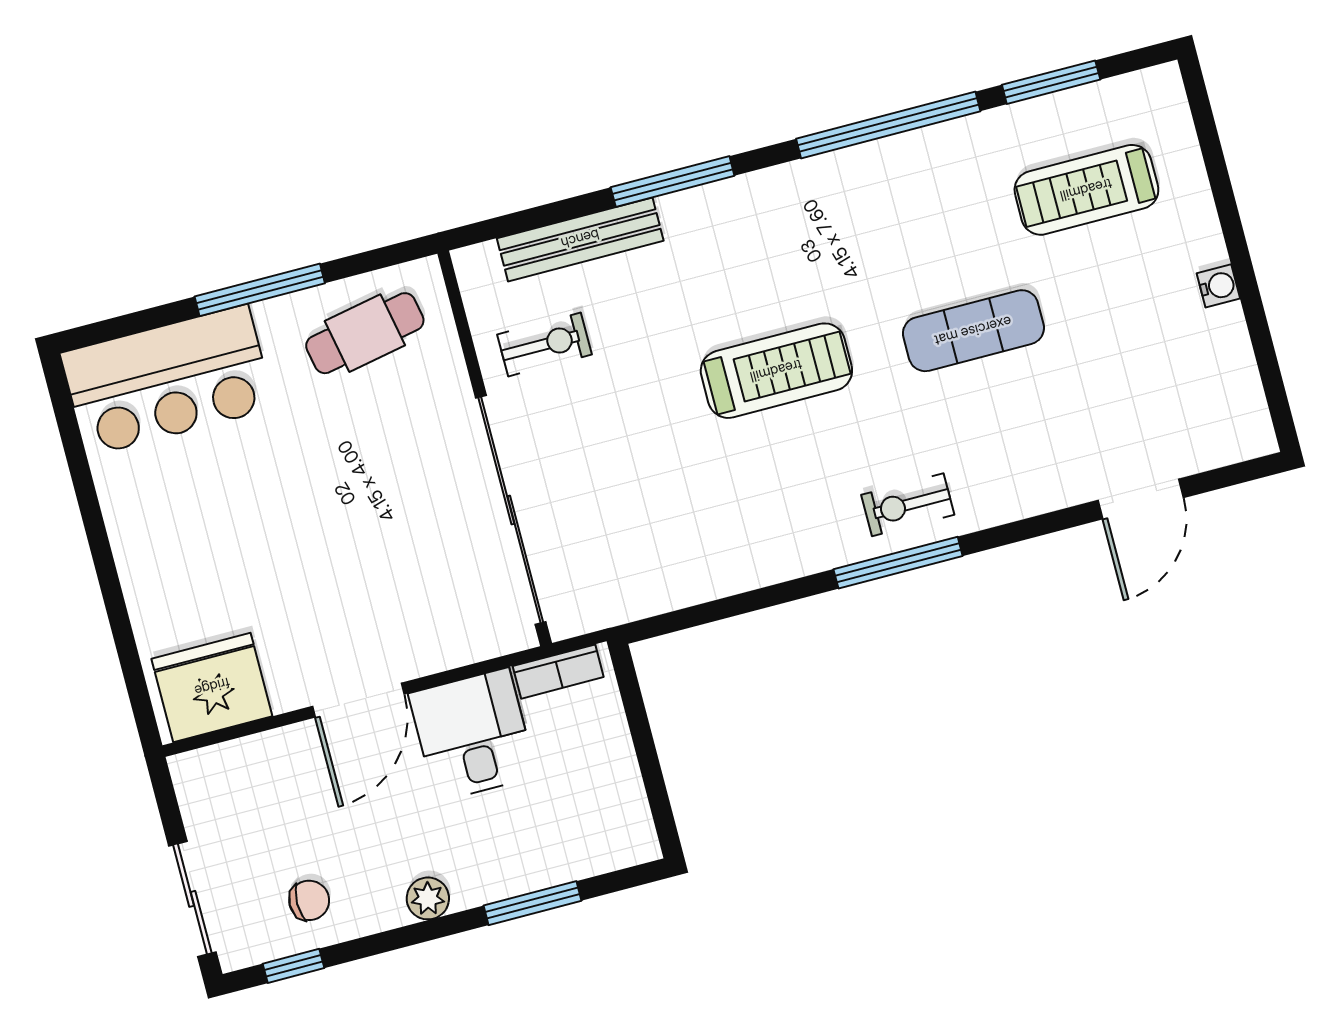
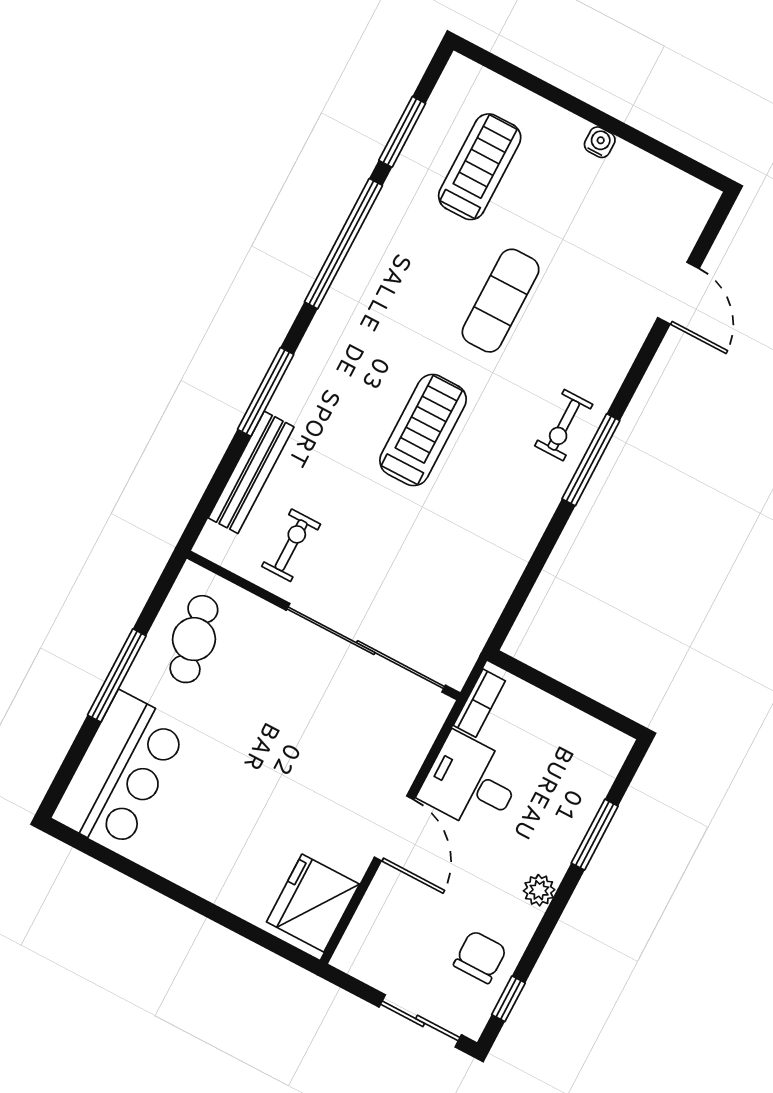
treadmill: (1086, 190) -> (480, 167), turned 180
chair: (309, 900) -> (480, 957), width x1.37, depth x1.37

